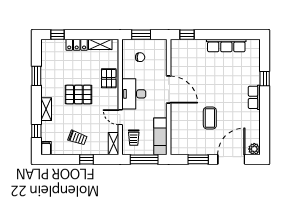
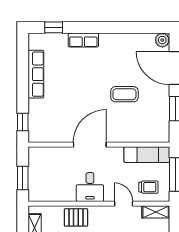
chair: (140, 57) -> (50, 179), removed
window: (265, 79) -> (54, 27), moved
desk: (134, 94) -> (90, 187), width x0.73
row of seats: (254, 97) -> (83, 40), moved
door: (120, 117) -> (124, 204), swing flipped

